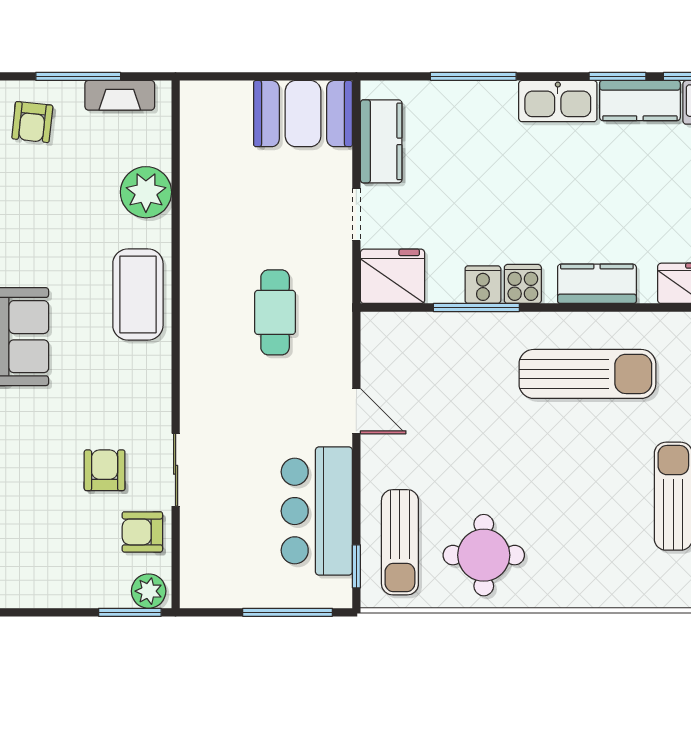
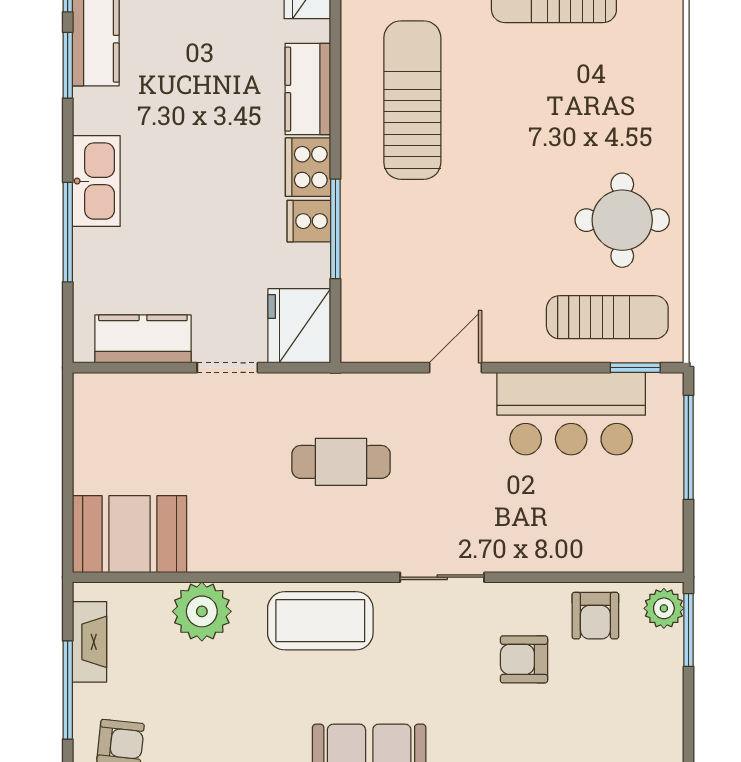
kitchen sink: (558, 101) -> (96, 181), moved
booth: (303, 114) -> (130, 534), moved, turned 90
cooker: (523, 284) -> (308, 167), width x1.36
sliding door: (176, 470) -> (442, 577), moved

